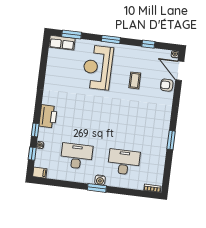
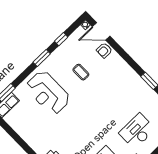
window: (111, 39) -> (42, 58), moved

